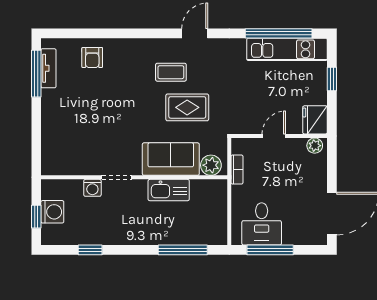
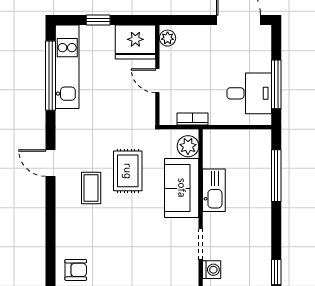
fridge: (315, 120) -> (135, 42), width x1.36, depth x1.34

